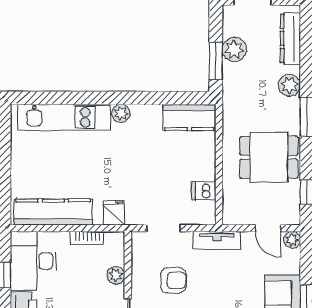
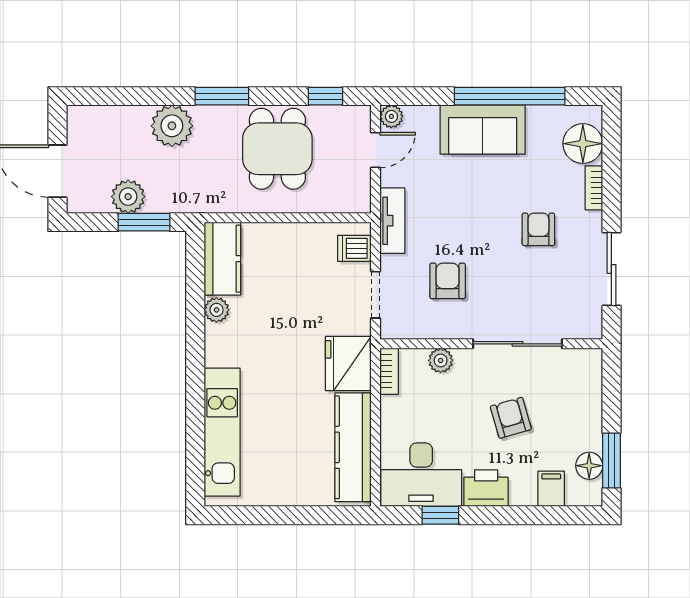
dresser: (290, 39) -> (113, 119), removed
plant: (289, 85) -> (172, 126), width x1.36, depth x1.36
plant: (121, 113) -> (217, 310), moved
dishwasher: (204, 191) -> (354, 248), moved, turned 90
fridge: (114, 213) -> (348, 364), width x1.88, depth x1.34
bookcase: (87, 238) -> (389, 371), moved

